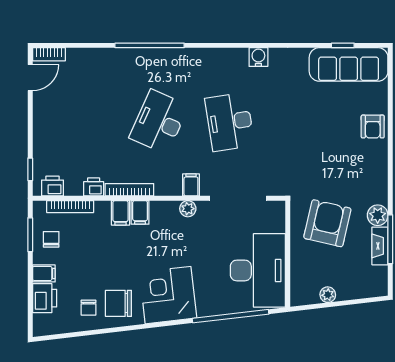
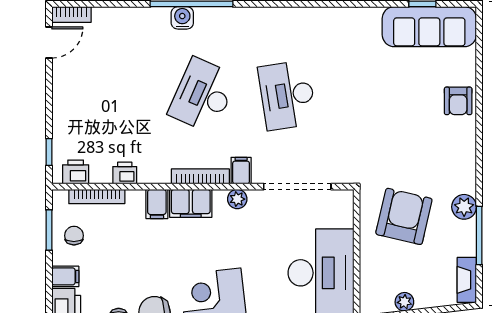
water cooler: (258, 57) -> (182, 18), moved
bookcase: (129, 190) -> (200, 176), moved
filing cabinet: (140, 212) -> (191, 203), width x2.00
fireplace: (380, 246) -> (467, 280), moved

